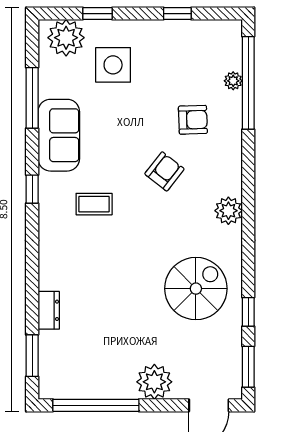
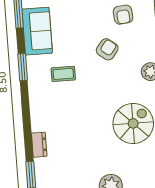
armchair: (193, 120) -> (123, 15), turned 86
window: (32, 189) -> (23, 67), width x1.50

